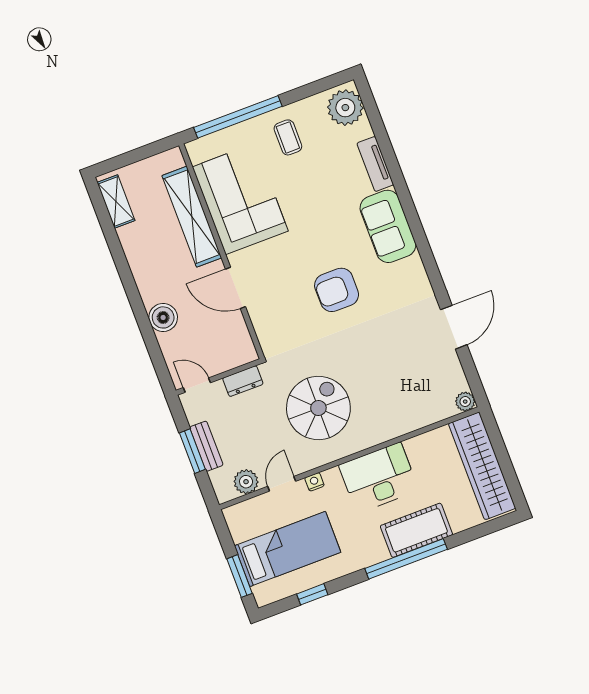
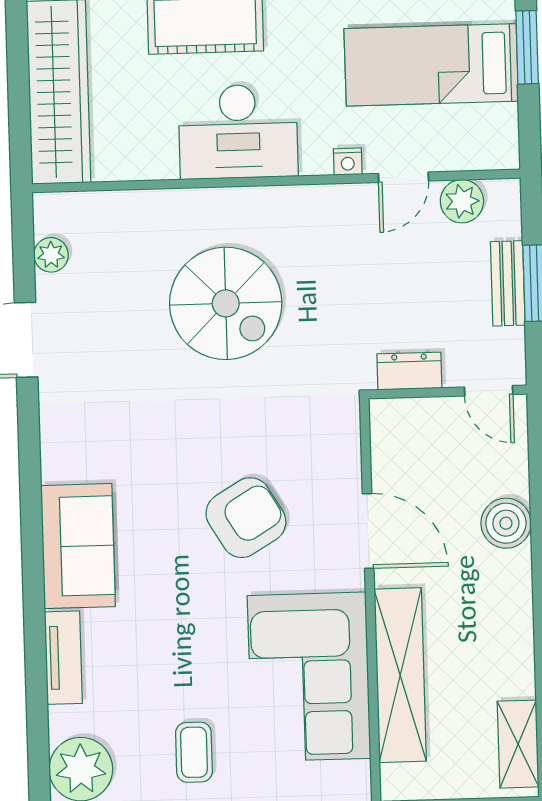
armchair: (337, 290) -> (246, 518), moved, turned -31
plant: (465, 402) -> (51, 255), moved
spiral stairs: (318, 408) -> (226, 303), moved, turned -90

